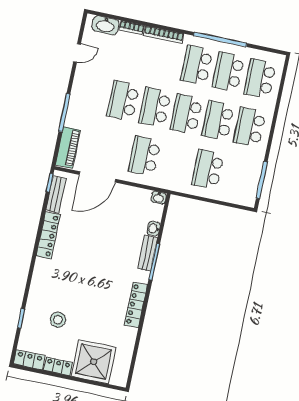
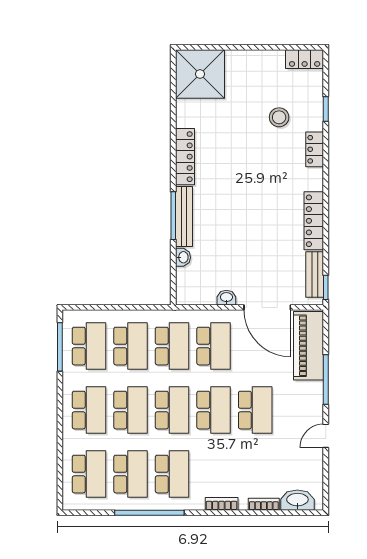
bookcase: (164, 35) -> (222, 504), width x0.64
door: (77, 53) -> (326, 436), moved
piano: (68, 147) -> (309, 346), width x1.37, depth x1.33
school desk: (176, 163) -> (172, 346), added
school desk: (239, 176) -> (89, 346), added
door: (97, 177) -> (267, 307), swing flipped
washbasin: (159, 198) -> (226, 298), moved
bench: (148, 253) -> (184, 217), width x1.36
shower: (94, 362) -> (200, 74), moved
locker: (58, 366) -> (315, 149), moved, turned 90

